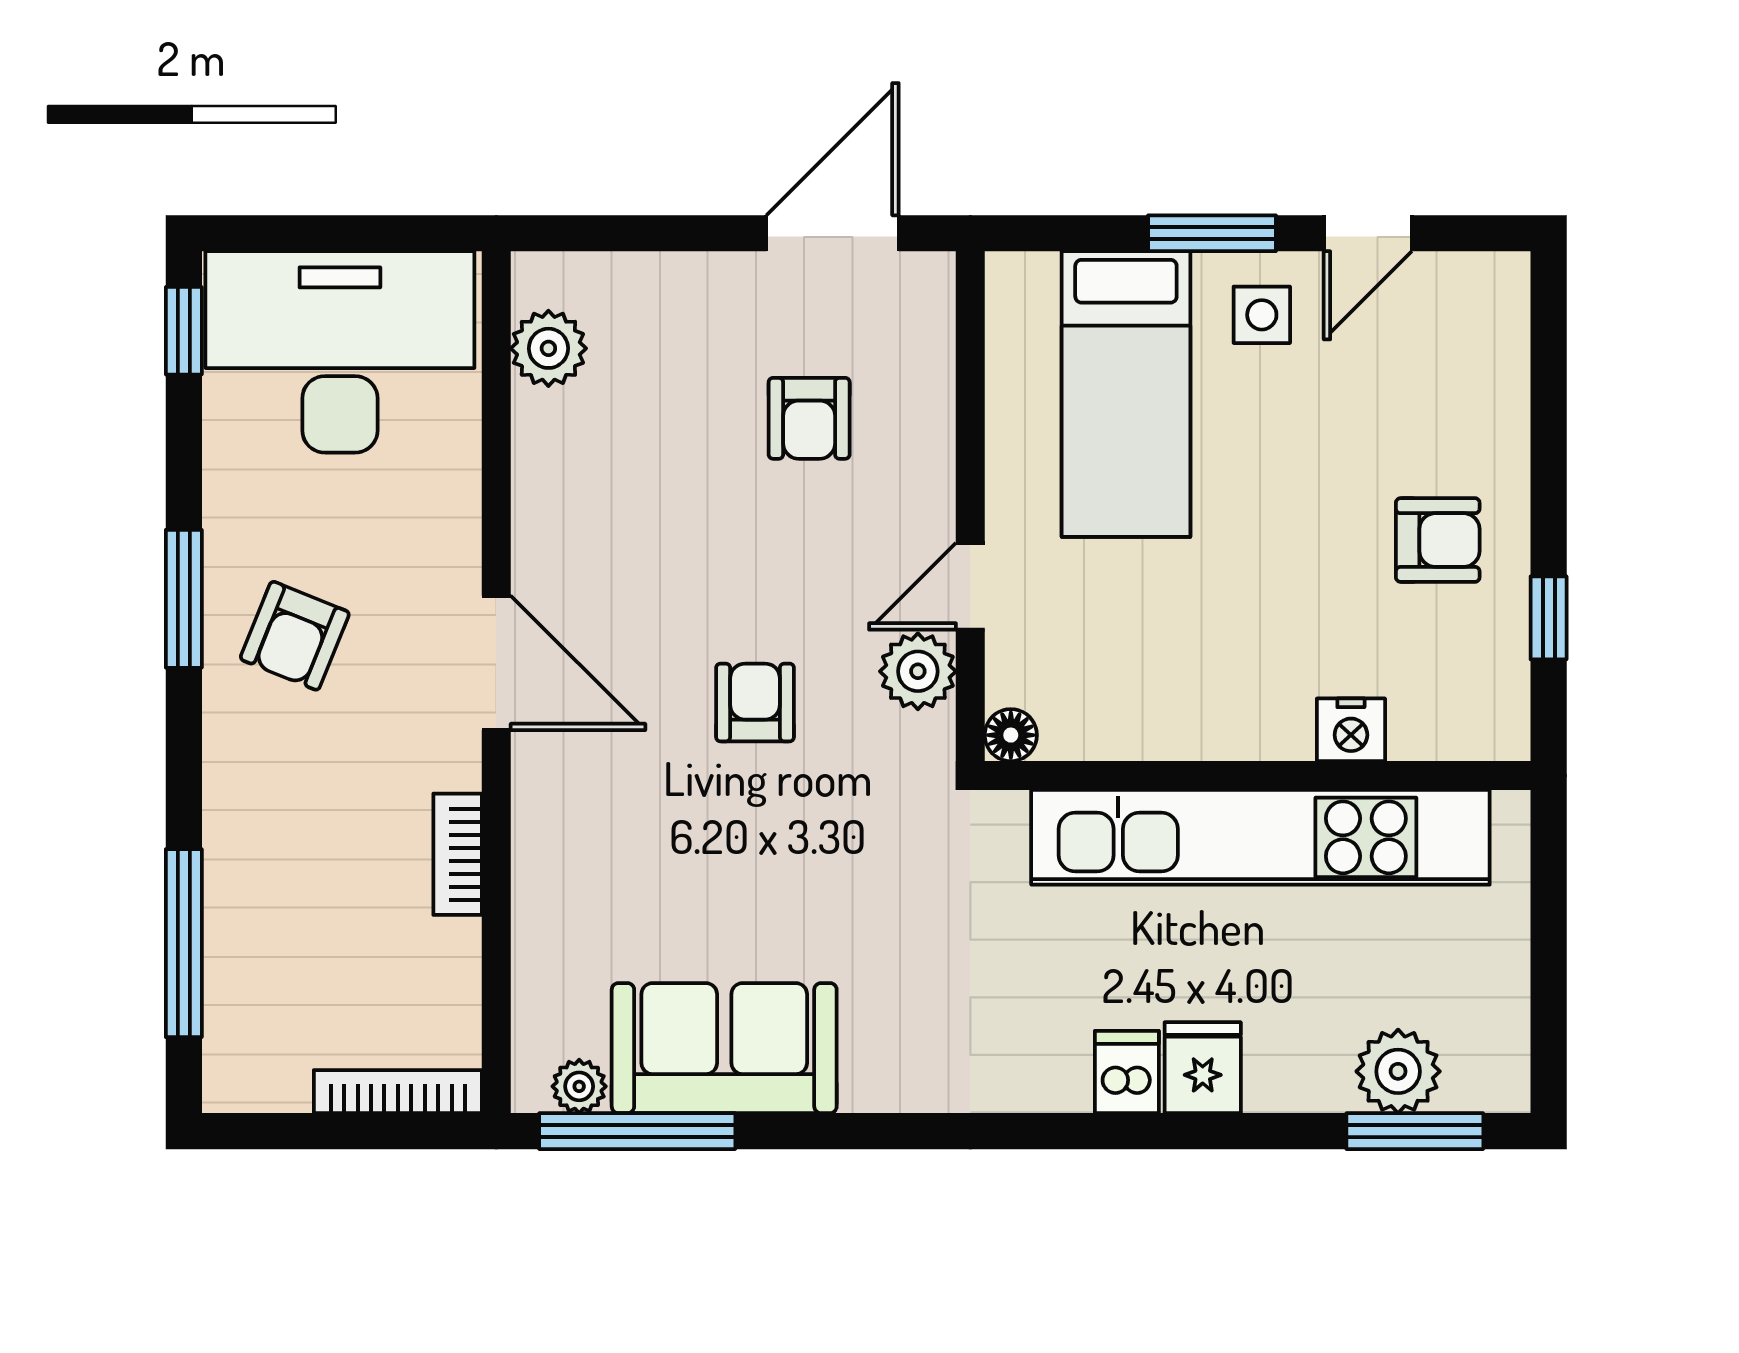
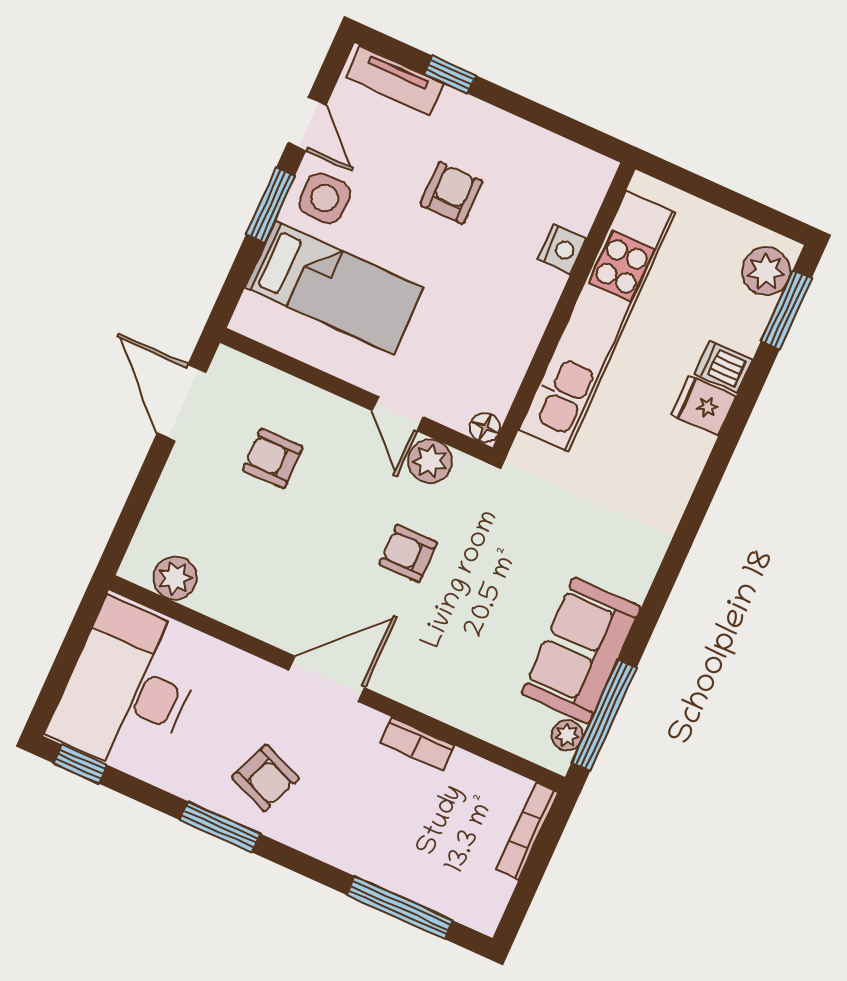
side table: (1262, 315) -> (325, 198), width x1.37, depth x1.37
tv unit: (1500, 342) -> (395, 80), added
armchair: (809, 418) -> (273, 459), turned 180
armchair: (1438, 540) -> (451, 193), moved
window: (1549, 618) -> (450, 75), moved
plant: (1398, 1071) -> (766, 271), moved
dishwasher: (1127, 1072) -> (723, 367), moved

